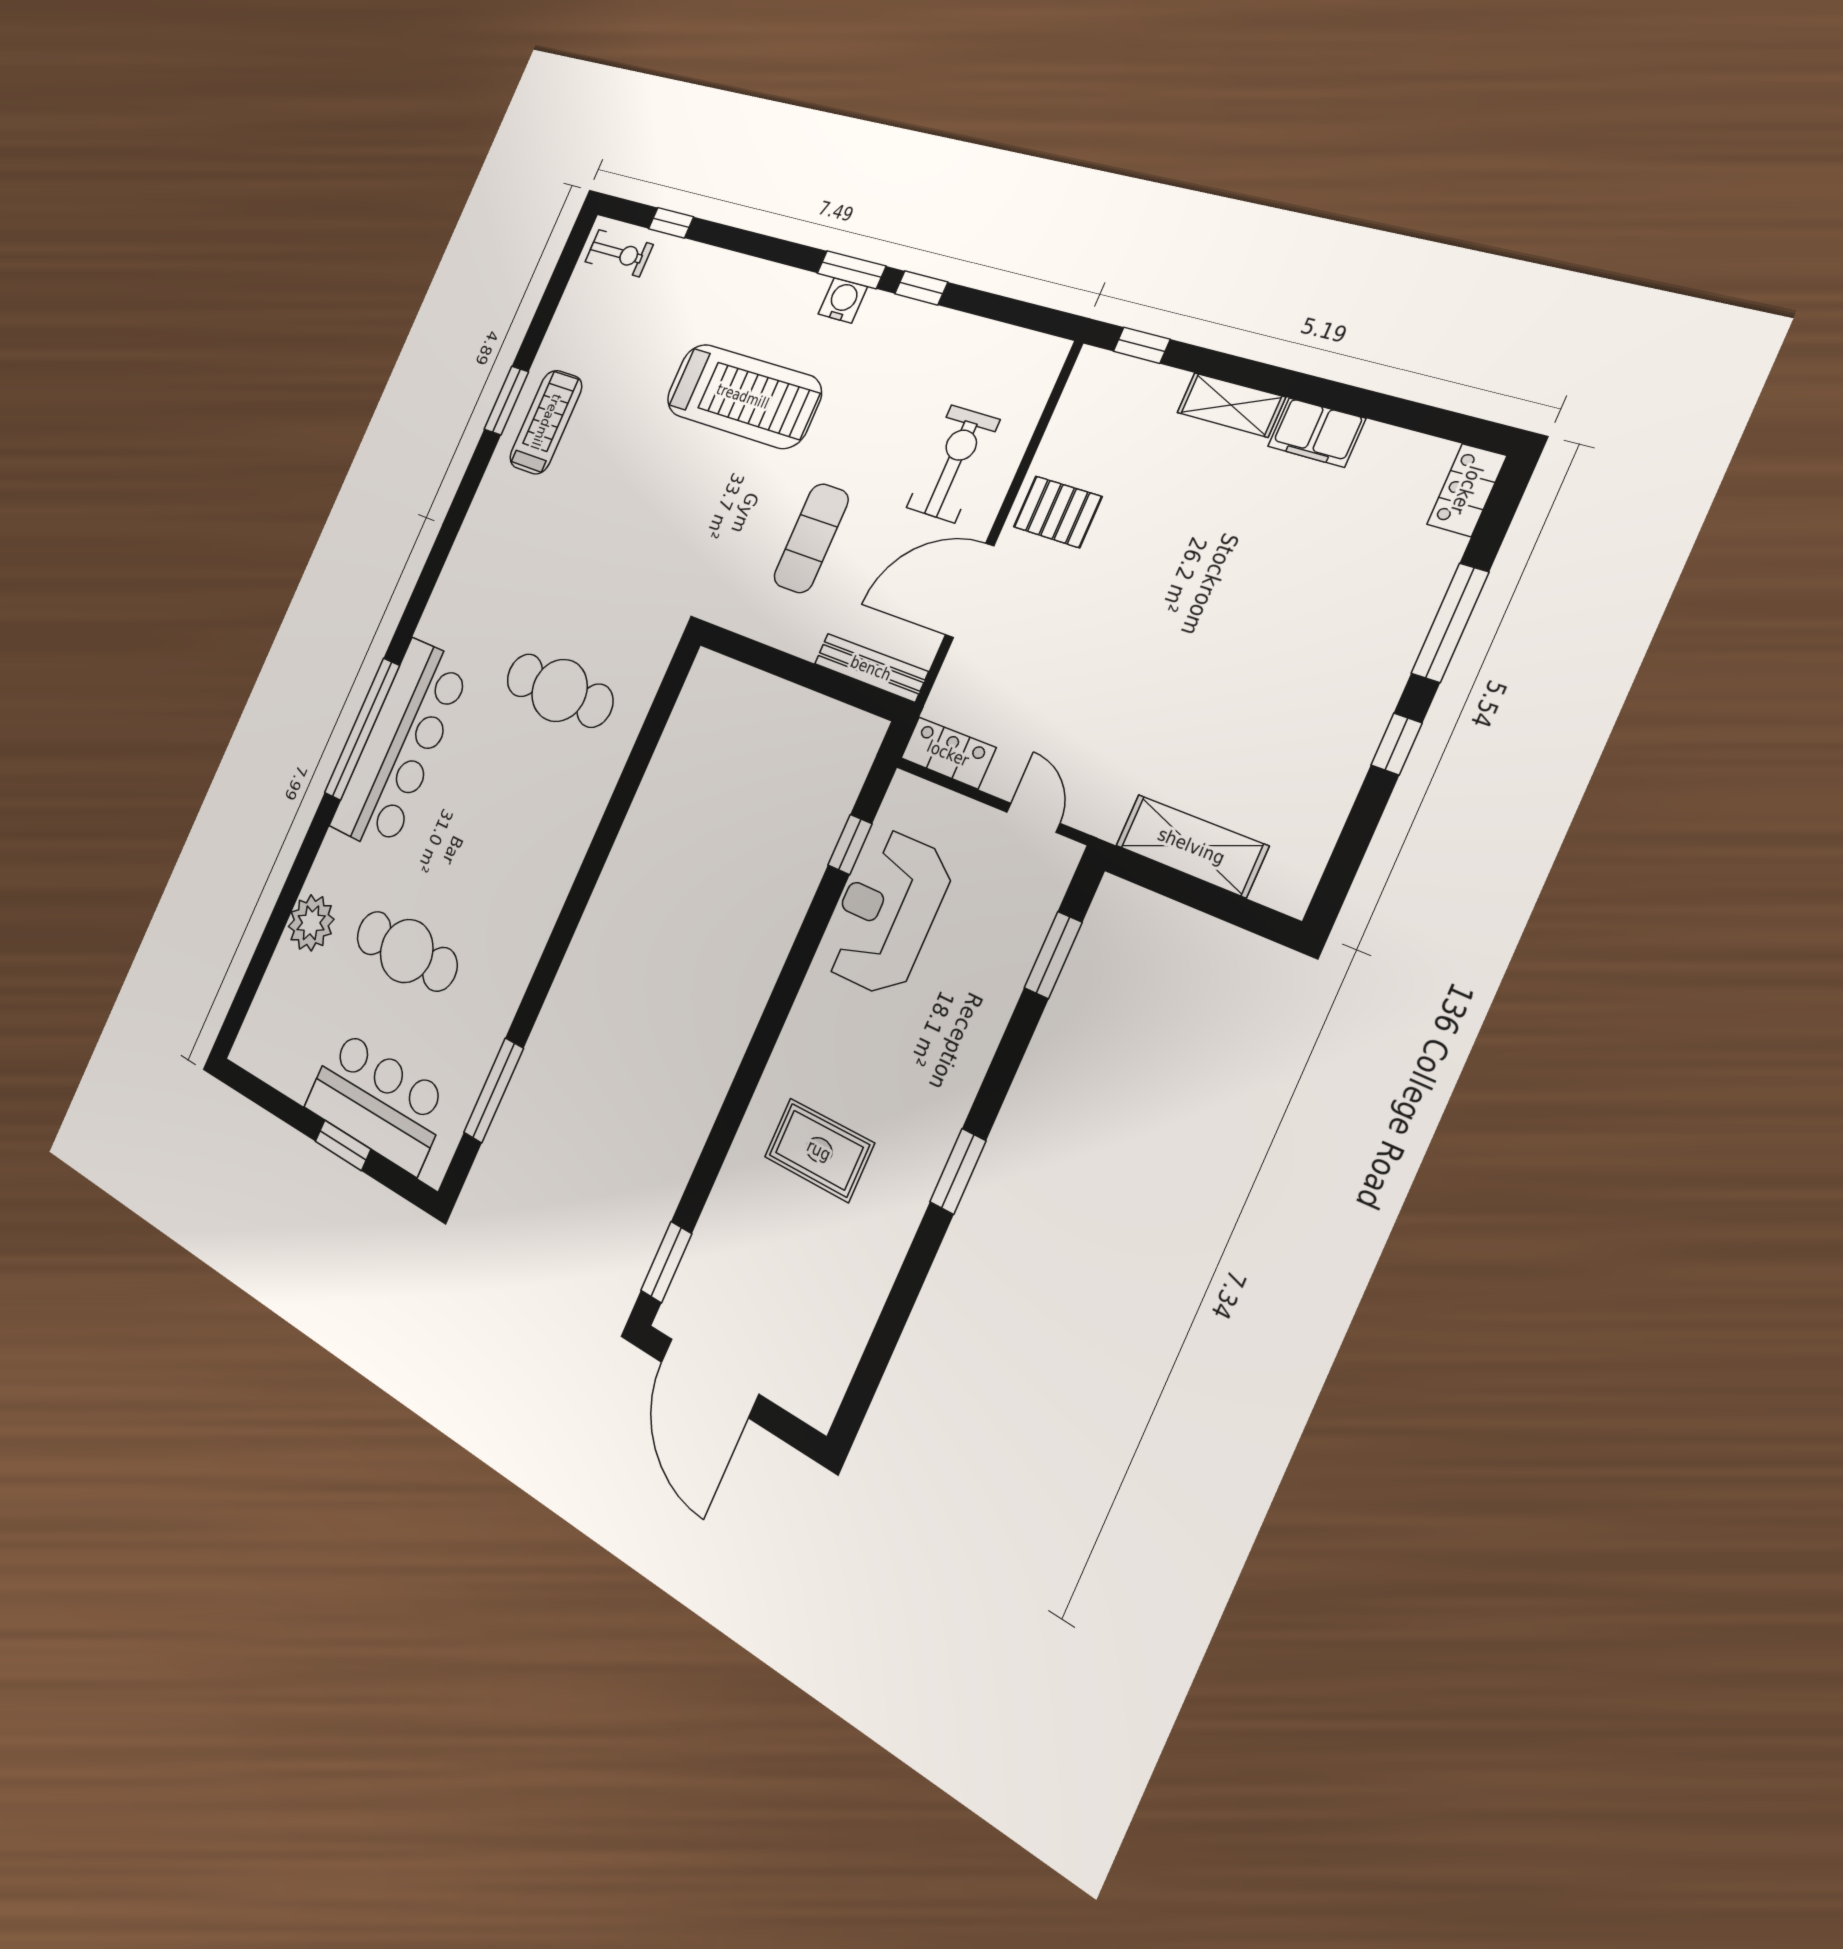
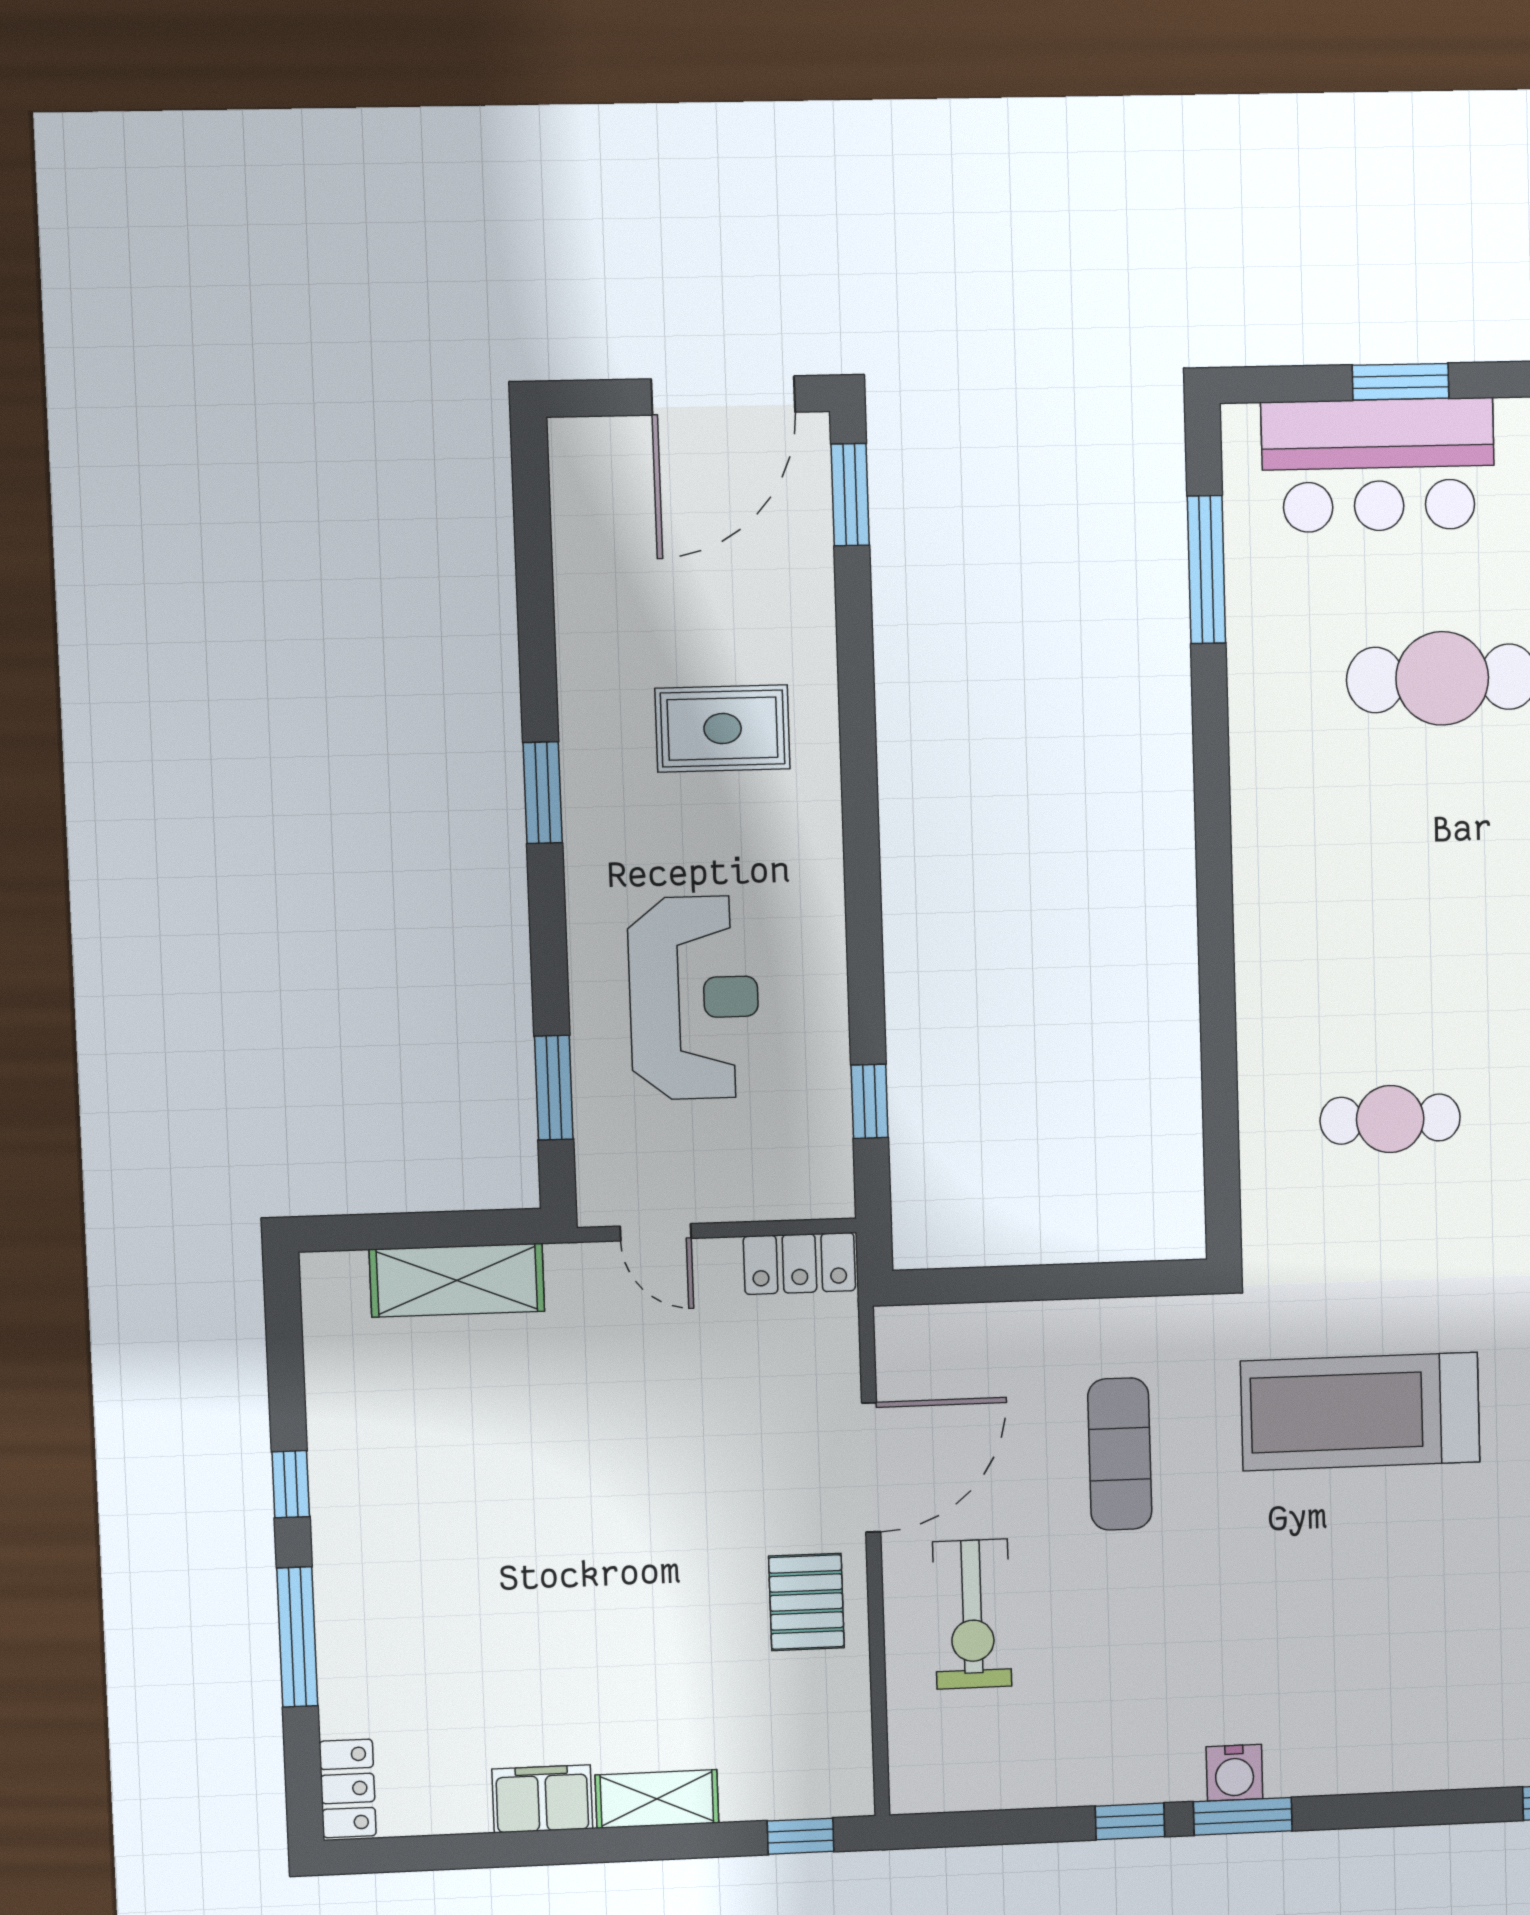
treadmill: (743, 396) -> (1360, 1412), moved
pallet: (1058, 512) -> (806, 1602), turned 90
bench: (871, 668) -> (953, 1325), removed
cafe table: (559, 690) -> (1390, 1119), width x0.73, depth x0.74
reception desk: (887, 912) -> (694, 998), moved
door: (709, 1378) -> (723, 395), swing flipped

